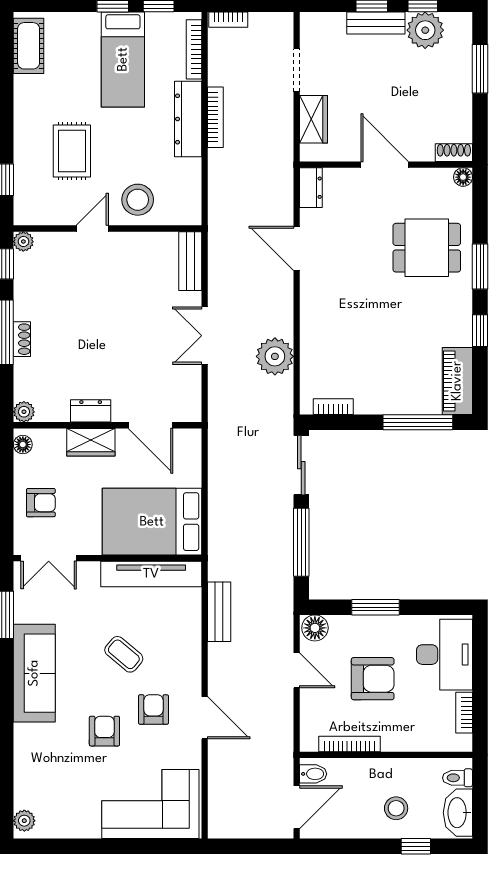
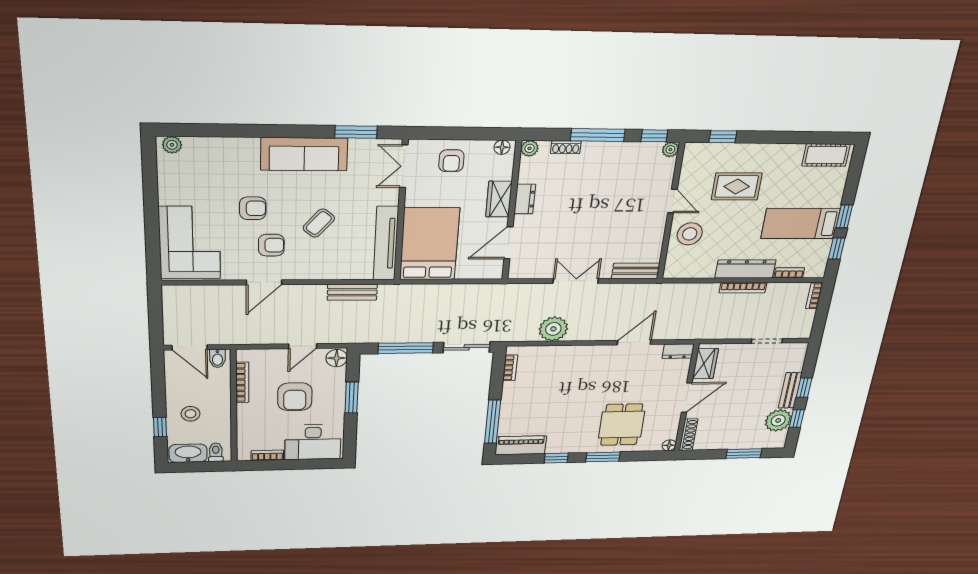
bookcase: (194, 49) -> (789, 273), width x0.64
wardrobe: (313, 119) -> (705, 364), moved, turned -90
shoe rack: (454, 153) -> (688, 435), width x1.43
shoe rack: (22, 339) -> (566, 147), moved

